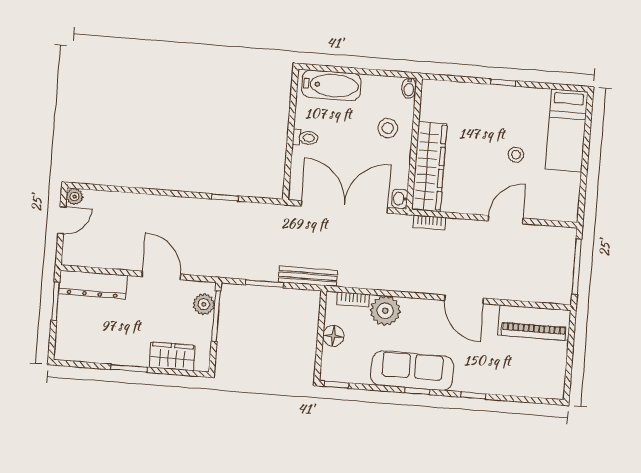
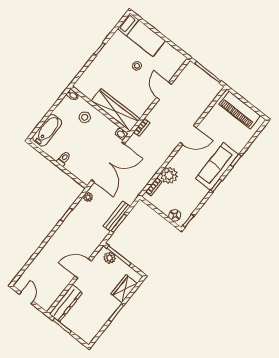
plant: (74, 196) -> (88, 197), moved
double door: (344, 207) -> (108, 162), swing flipped
bench: (308, 276) -> (117, 216), moved
piano: (534, 323) -> (240, 110), moved, turned 90
floor lamp: (333, 336) -> (175, 215), moved
sofa: (412, 371) -> (217, 167), moved

